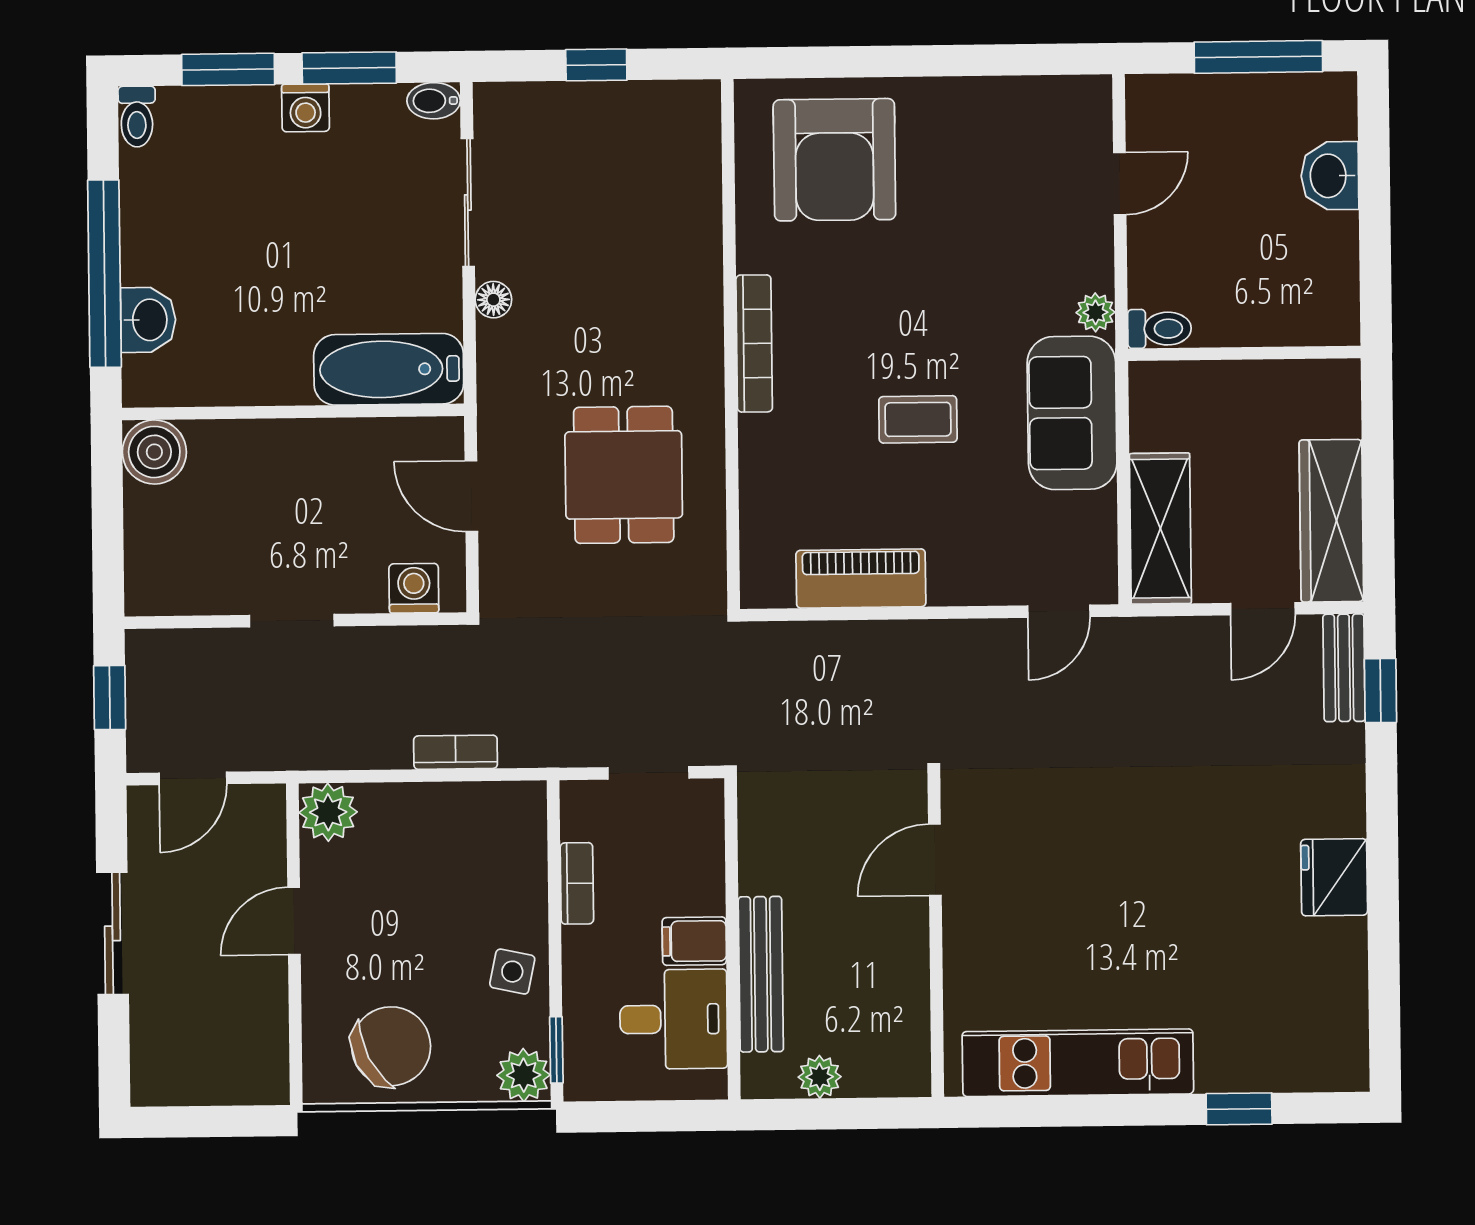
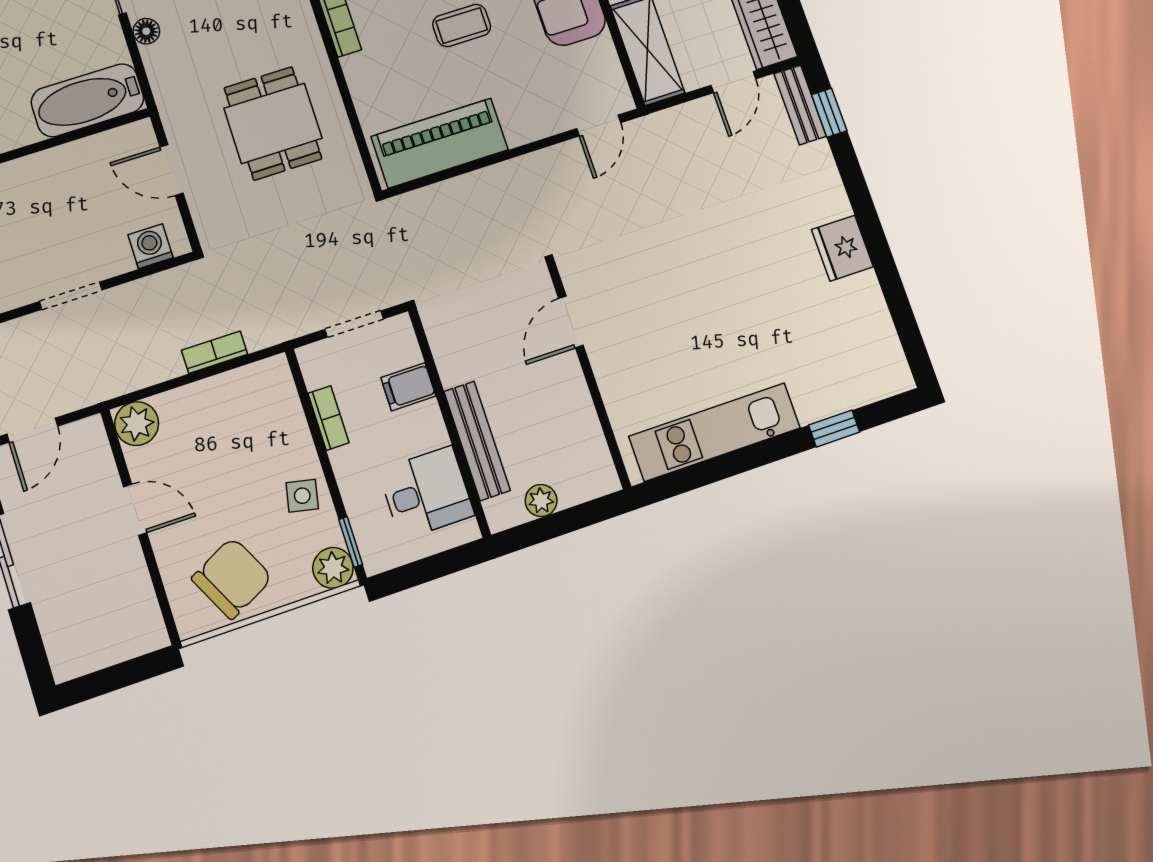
piano: (861, 579) -> (440, 143), width x1.37, depth x1.33
door: (294, 921) -> (135, 510), swing flipped
filing cabinet: (694, 941) -> (408, 387), moved

